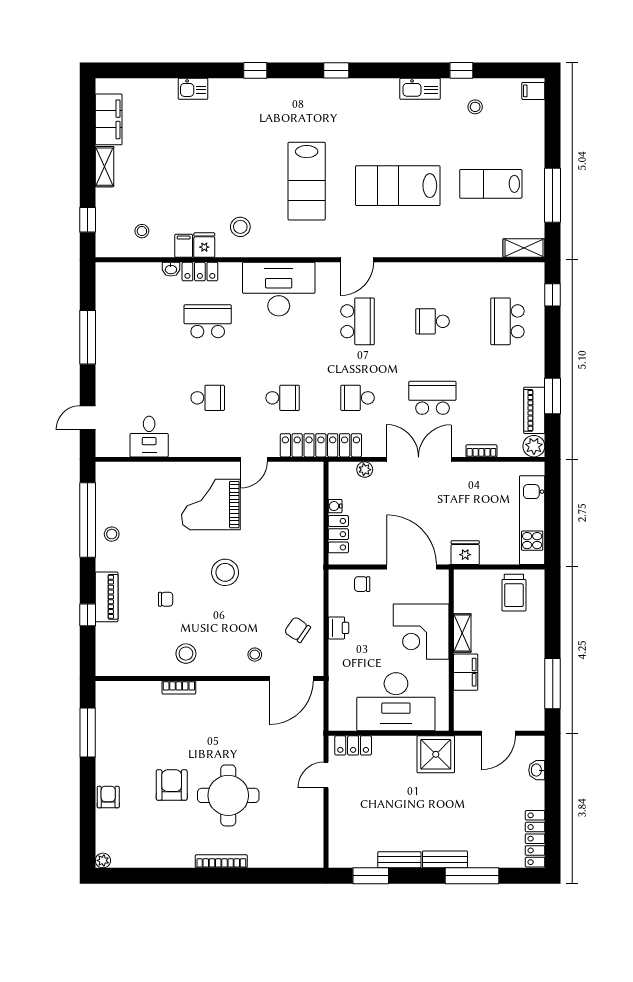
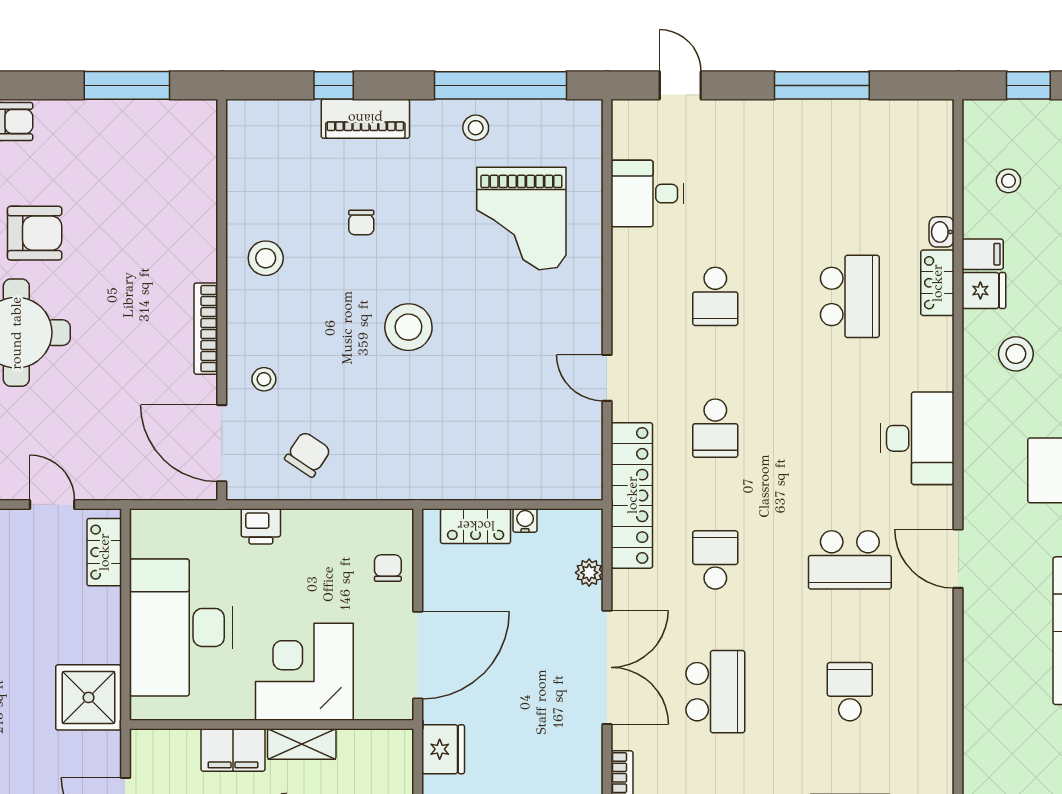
desk: (279, 289) -> (917, 438), width x0.73, depth x0.77
grand piano: (211, 505) -> (521, 218), moved, turned 180
printer: (338, 628) -> (261, 526), moved
bookcase: (179, 688) -> (206, 329), moved, width x1.56

